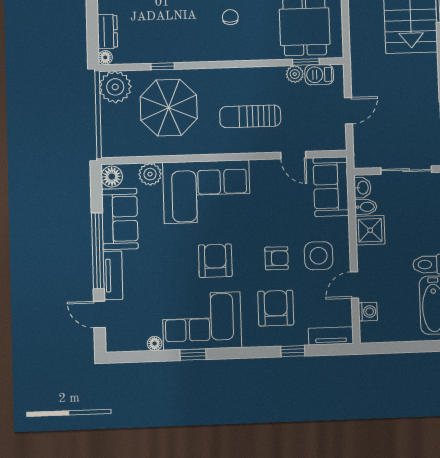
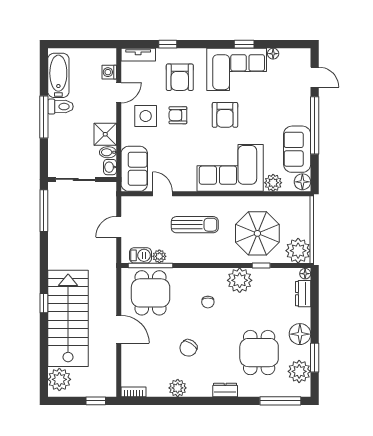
plant: (190, 46) -> (240, 280), added
window: (306, 62) -> (151, 265), width x2.17
tv unit: (113, 275) -> (304, 106), removed

